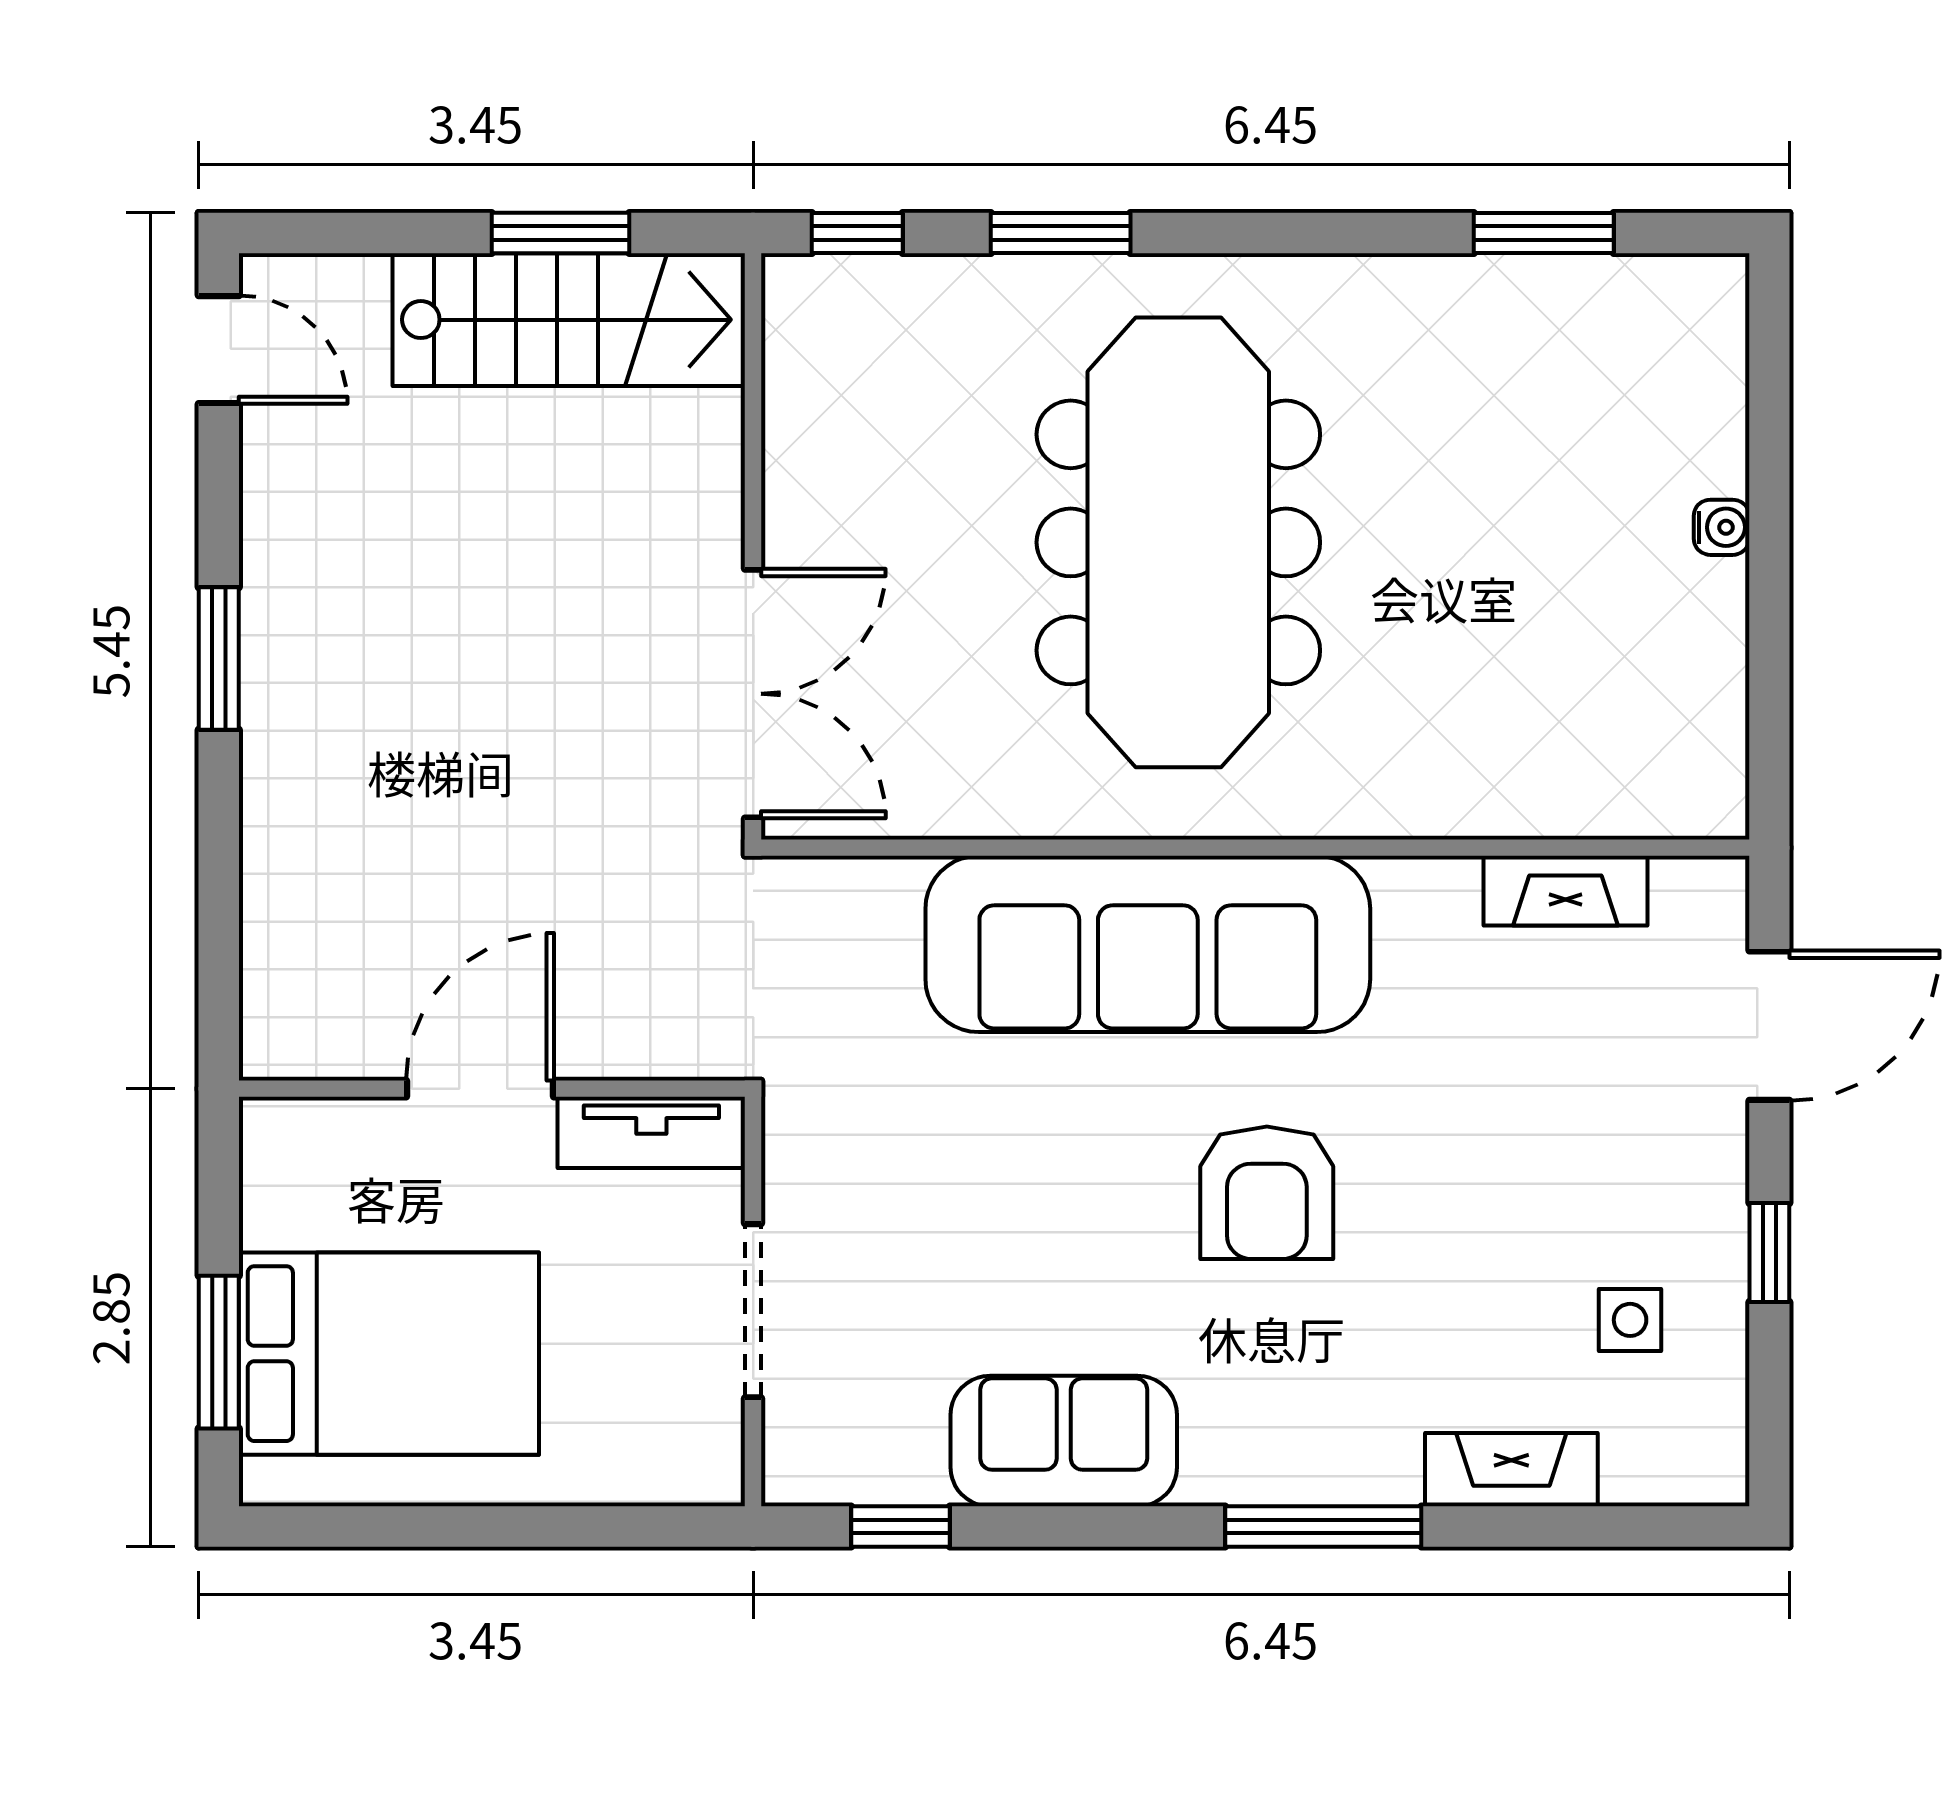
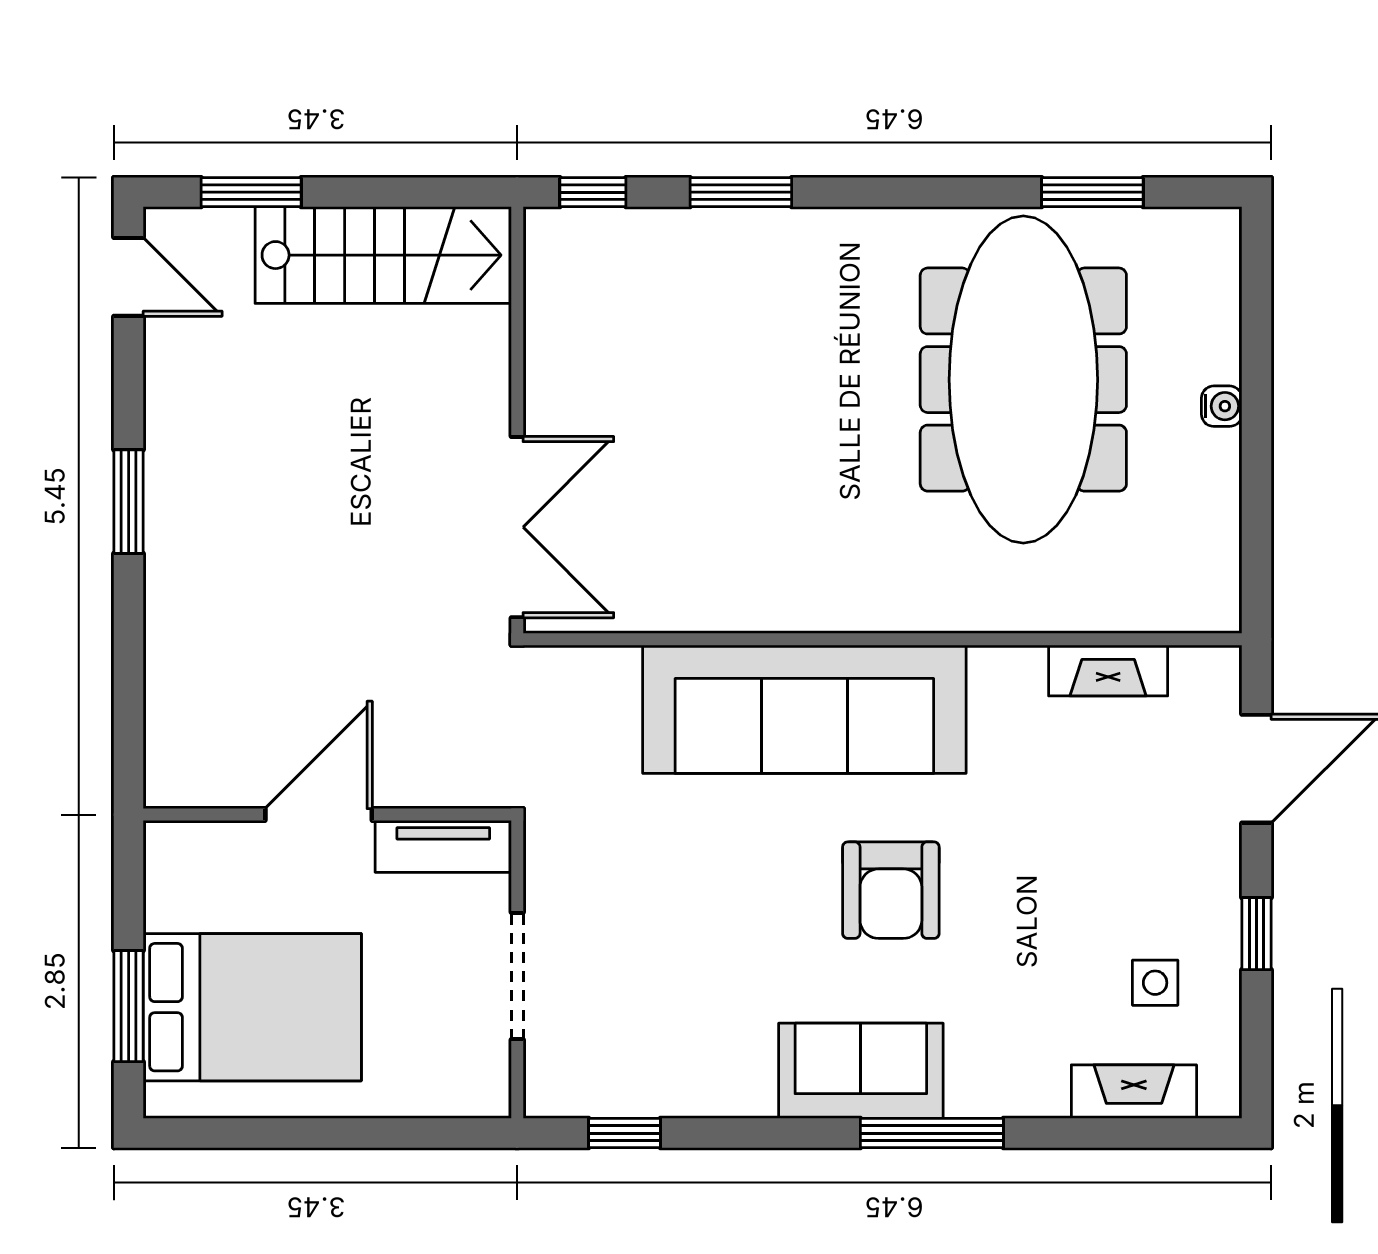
window: (561, 233) -> (251, 192), moved
meeting table: (1178, 542) -> (1023, 380), moved
sofa: (1064, 1441) -> (861, 1071), moved
fireplace: (1511, 1470) -> (1134, 1092), moved

